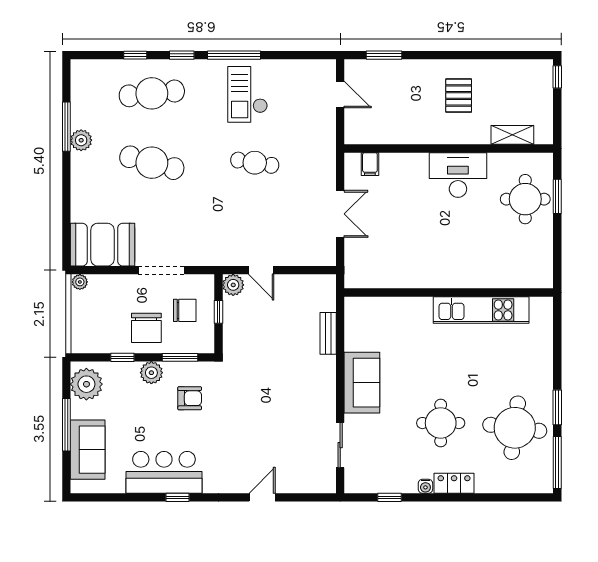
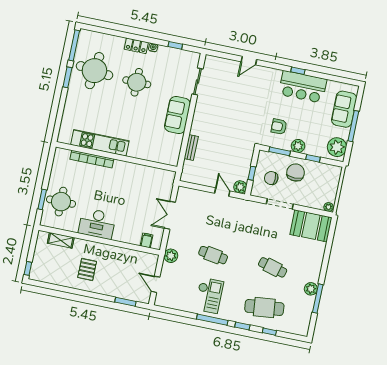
plant: (325, 147) -> (171, 256), added
cafe table: (152, 163) -> (273, 267), width x0.73, depth x0.74
bookcase: (489, 280) -> (92, 159), added

